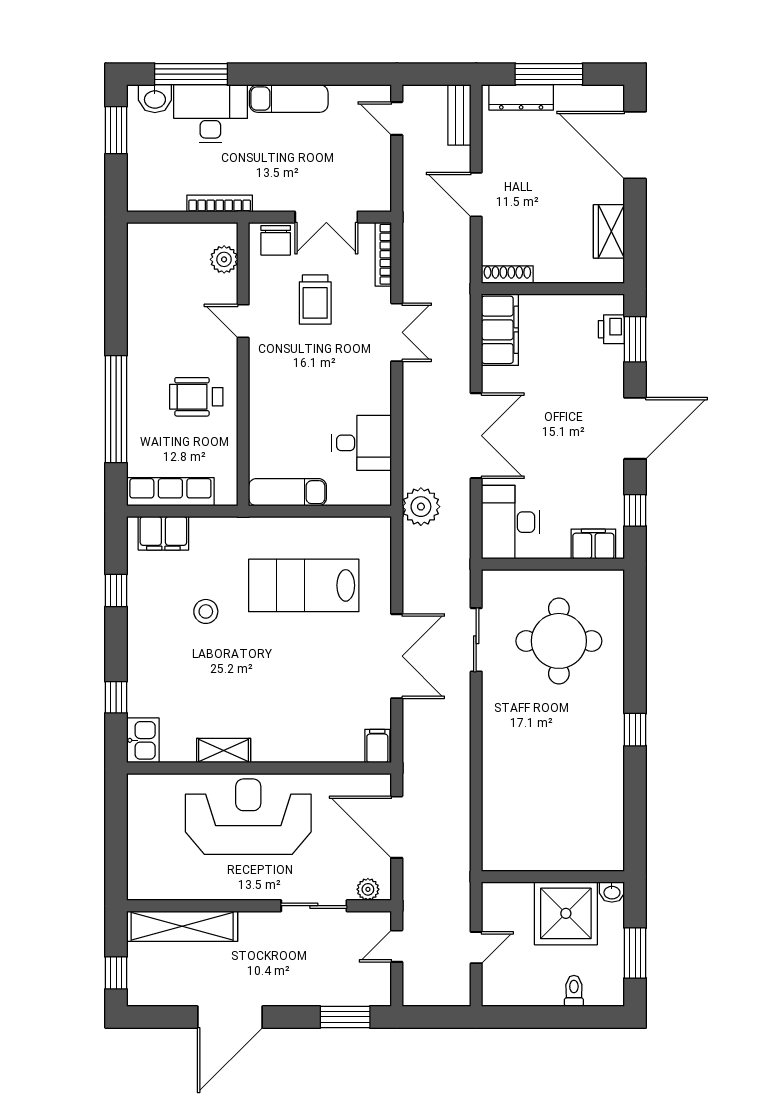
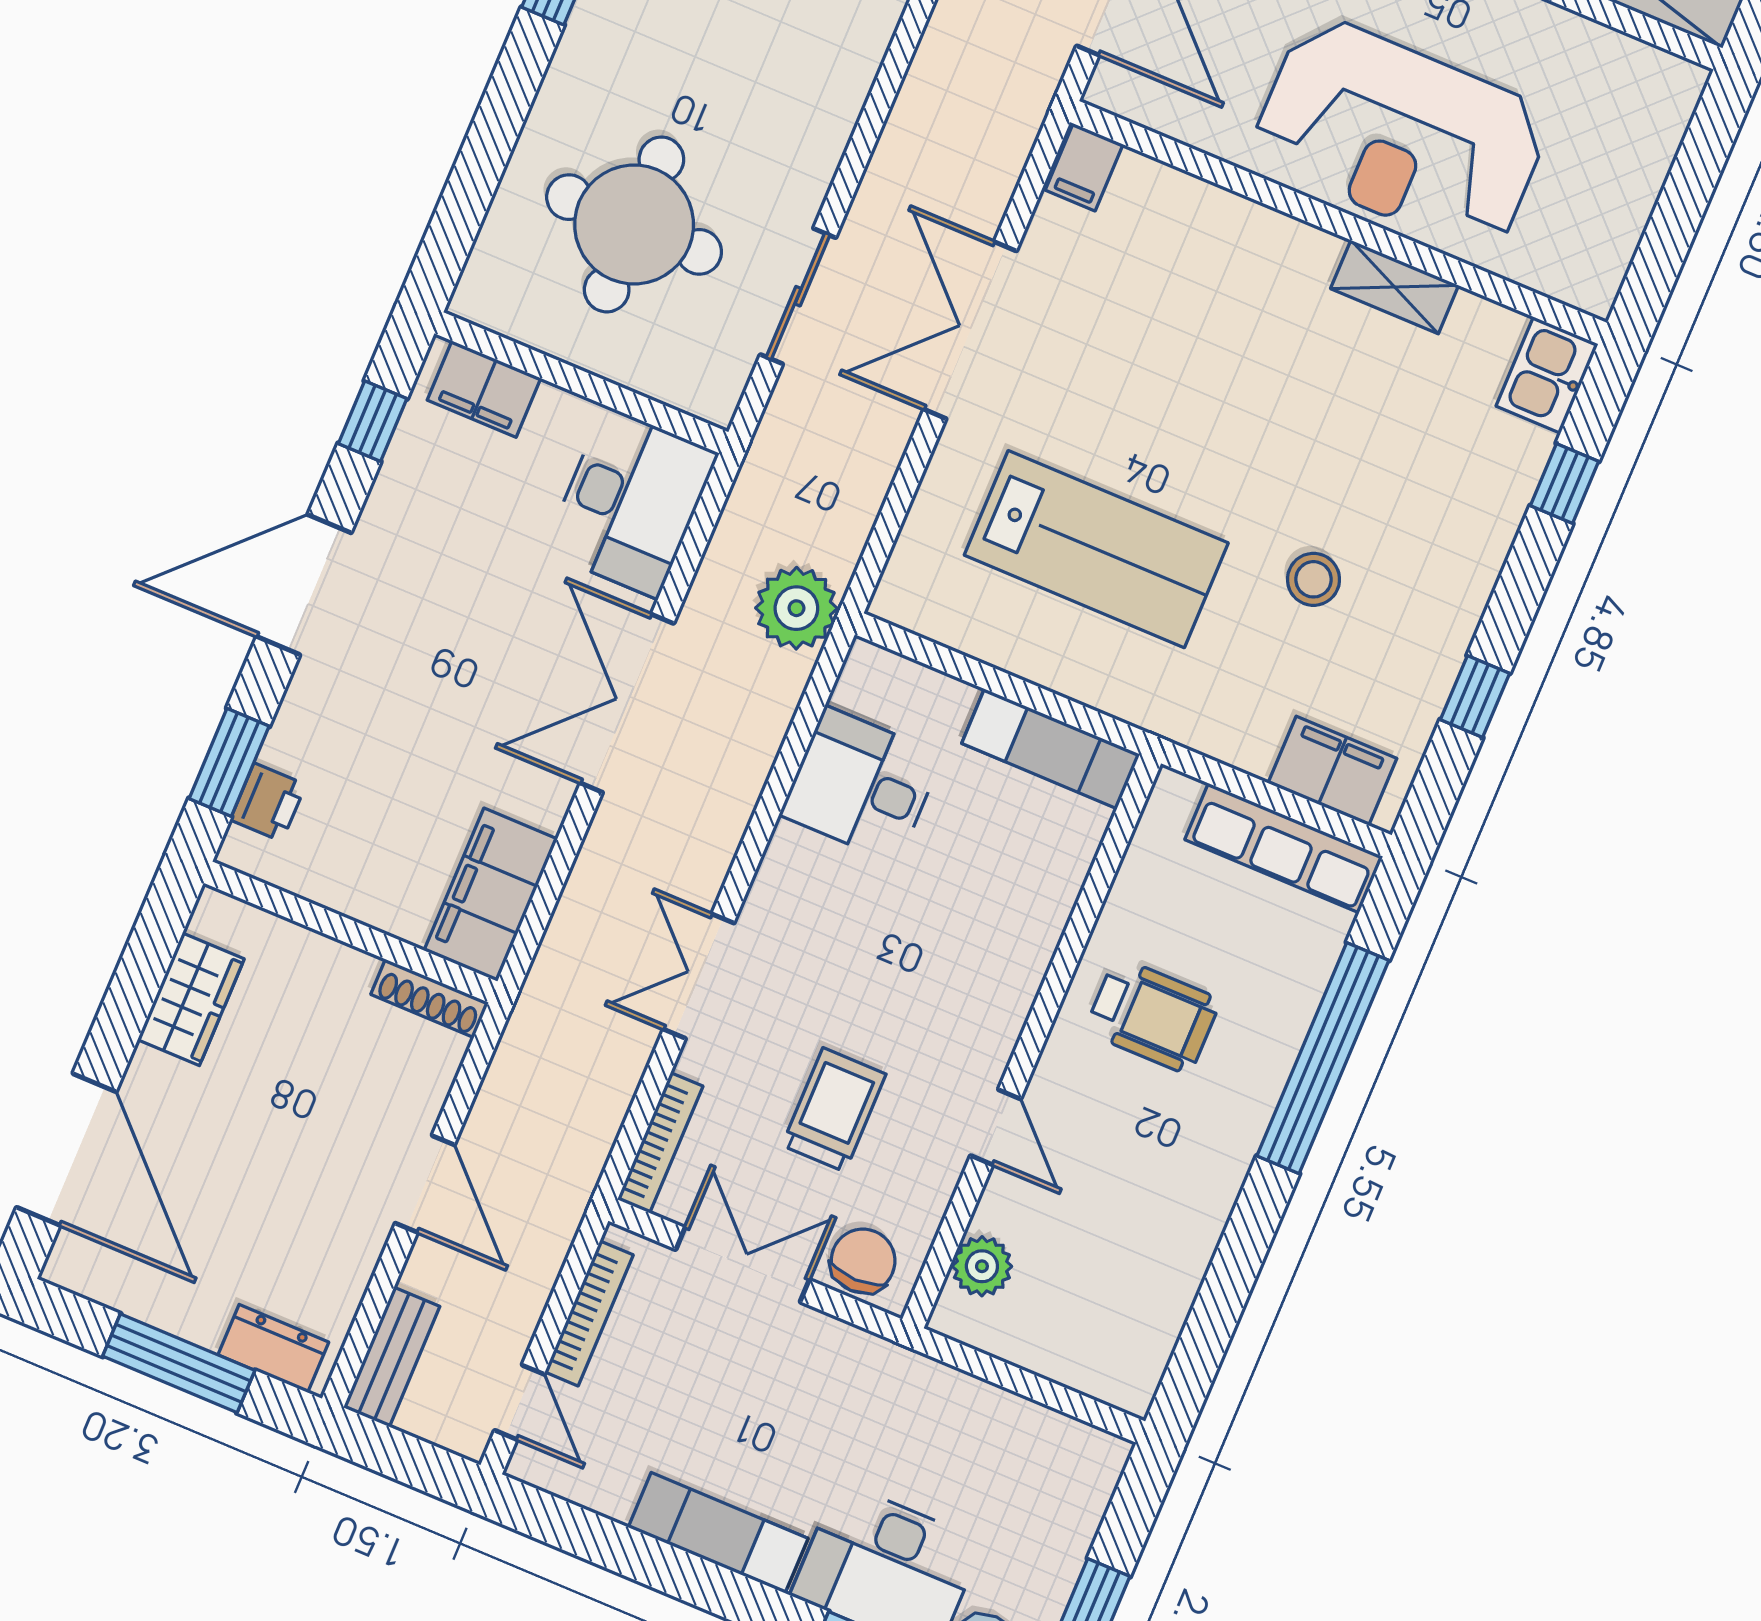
dresser: (521, 97) -> (273, 1348), width x0.70
bookcase: (220, 203) -> (589, 1313), moved, turned -90

